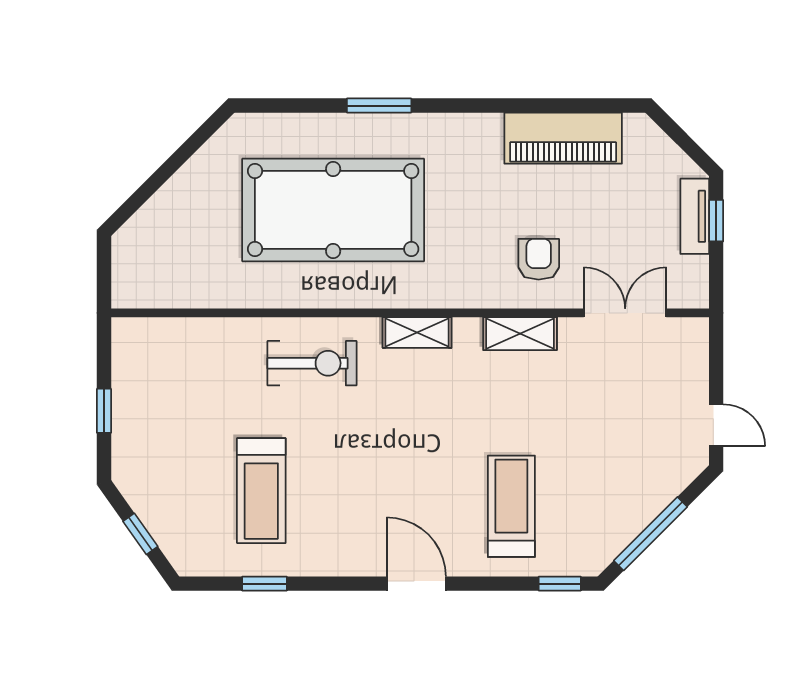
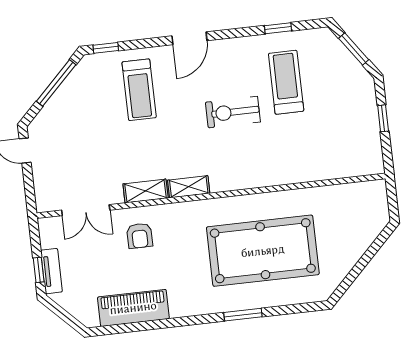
shelving: (417, 333) -> (189, 187), moved
exercise bike: (312, 363) -> (233, 112), moved
window: (140, 534) -> (354, 49), width x1.50
door: (416, 584) -> (189, 38), hinge flipped

